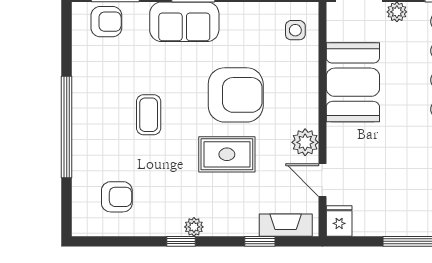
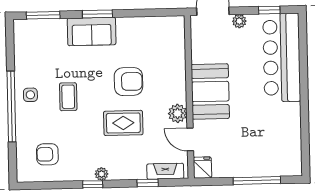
armchair: (106, 22) -> (37, 33), removed
side table: (295, 30) -> (30, 95), moved
booth: (353, 82) -> (210, 91), moved
armchair: (236, 95) -> (128, 82), width x0.73, depth x0.73
armchair: (117, 197) -> (47, 154), turned 180

